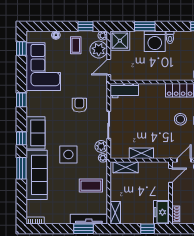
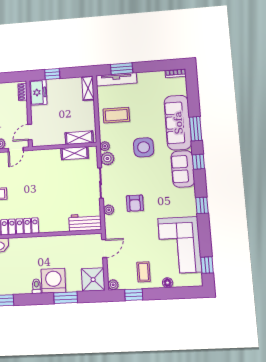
plant: (99, 50) -> (109, 210), moved, width x0.53, depth x0.53
stool: (180, 119) -> (21, 194), removed
shelving: (141, 153) -> (75, 153), moved

